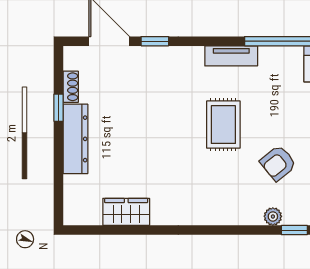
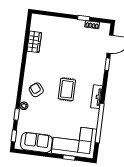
rug: (223, 125) -> (67, 89), turned 90
dresser: (75, 139) -> (69, 24), removed
armchair: (278, 163) -> (36, 90), moved

